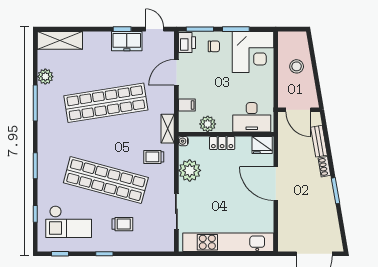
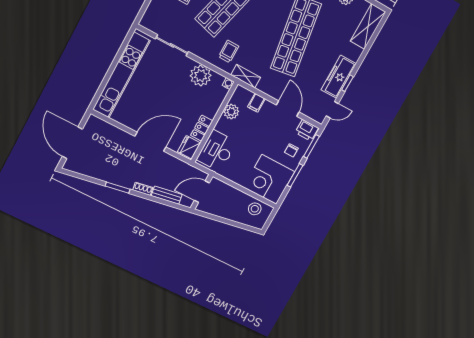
freezer: (127, 41) -> (339, 77), width x1.40
stool: (297, 66) -> (255, 209), moved
locker: (222, 143) -> (202, 128), moved

